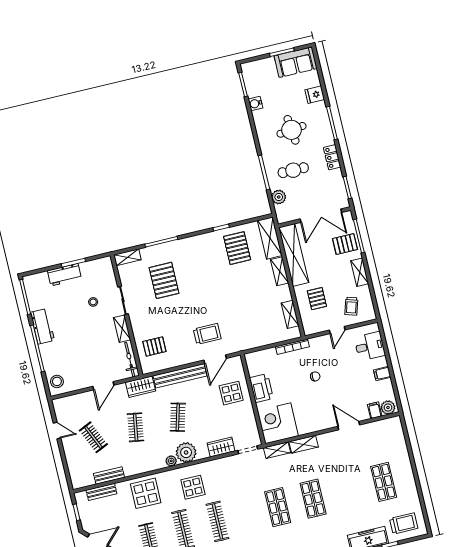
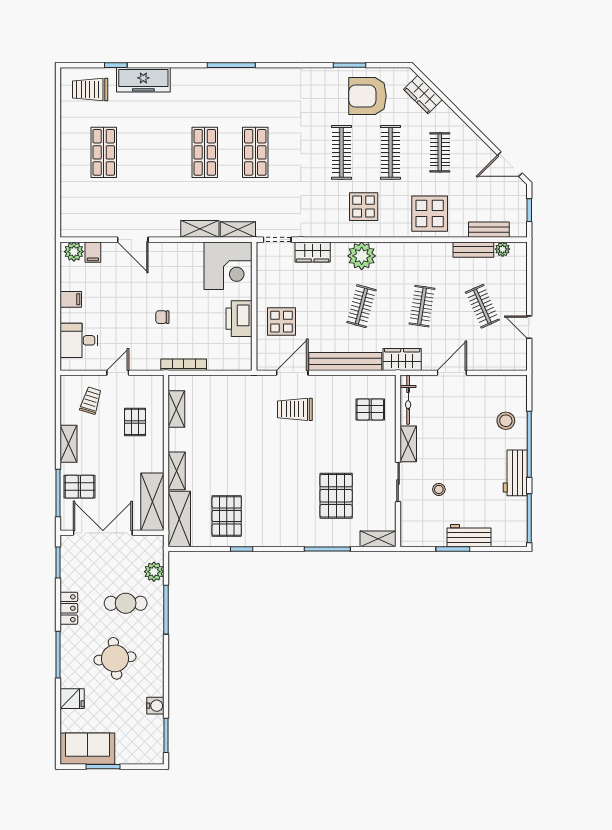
shelving: (294, 255) -> (152, 502), width x0.68
stool: (57, 381) -> (506, 421), moved
plant: (171, 461) -> (503, 249), moved

